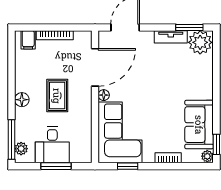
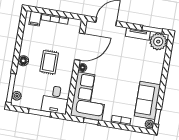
desk: (52, 145) -> (55, 100), moved

